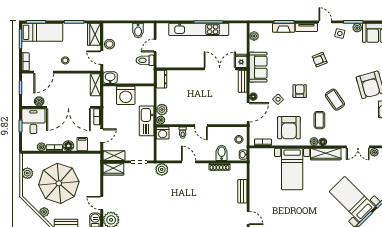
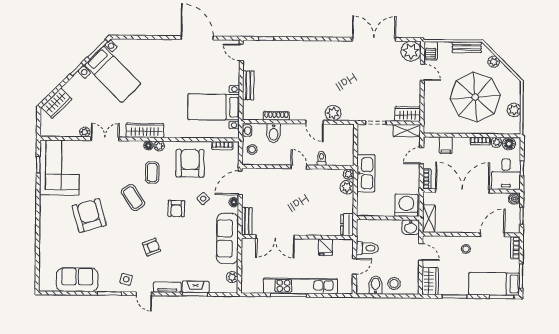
plant: (357, 28) -> (105, 286), removed
stool: (109, 44) -> (394, 284), moved
fridge: (241, 61) -> (326, 247), moved
sofa: (258, 67) -> (227, 238), width x1.36
washing machine: (126, 95) -> (406, 205), moved
boiler: (39, 101) -> (514, 199), moved
washing machine: (163, 133) -> (346, 158), removed
floor lamp: (68, 146) -> (509, 144), moved
plant: (162, 169) -> (333, 113), moved
bed with nightstands: (292, 169) -> (214, 107), moved, turned -90

